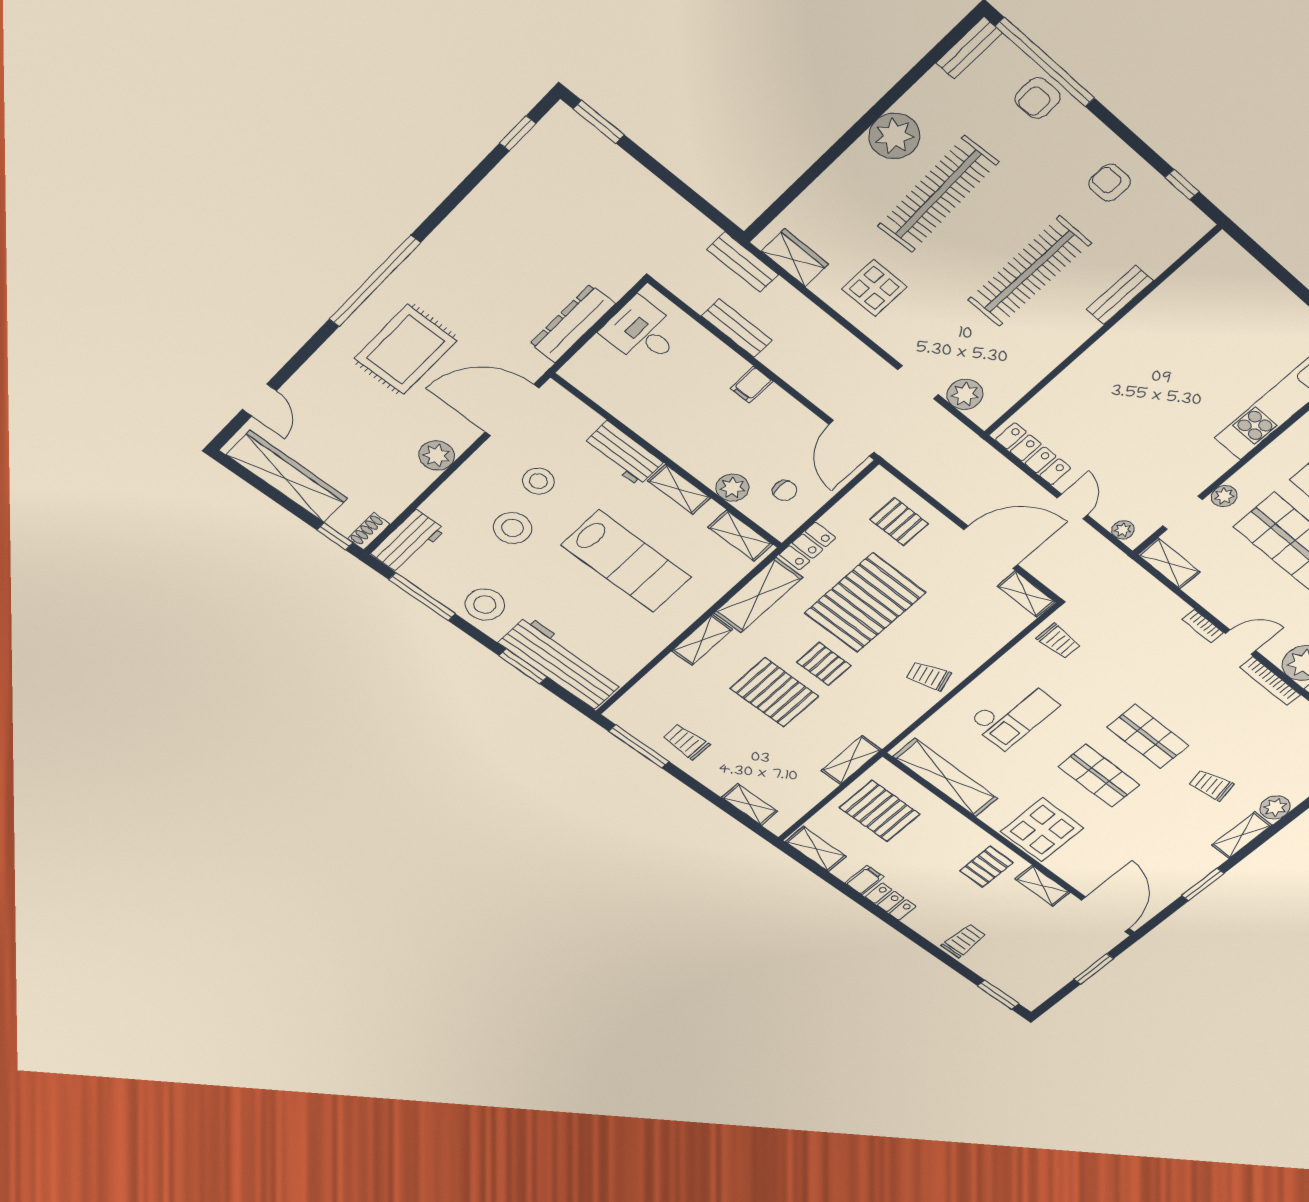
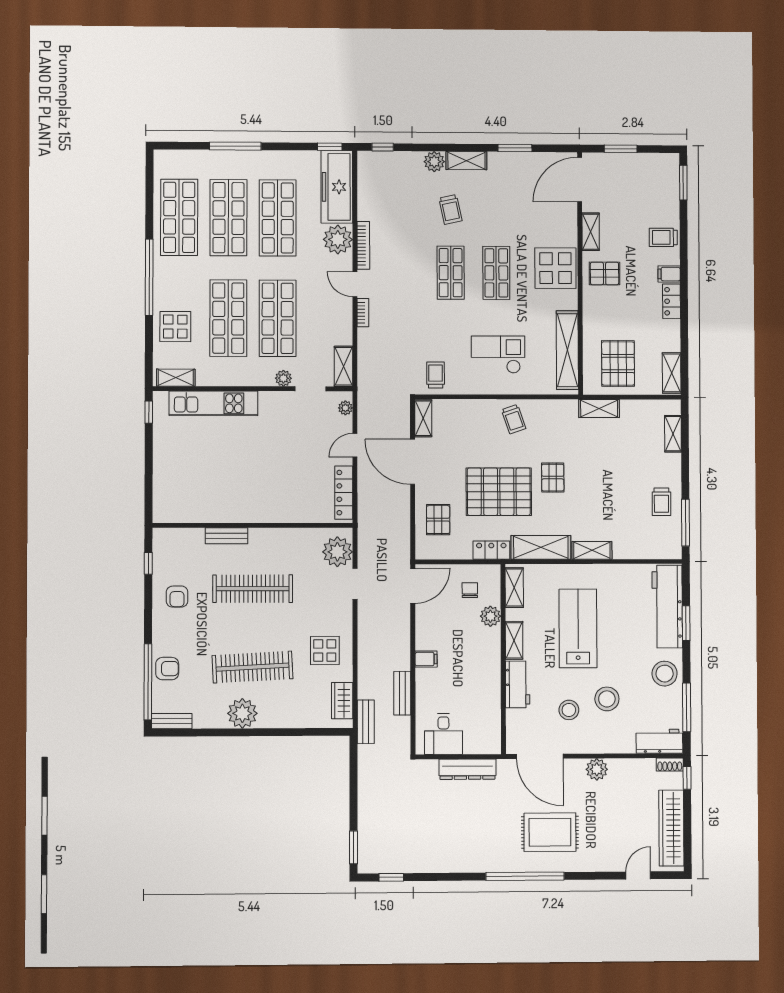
plant: (965, 394) -> (337, 552), width x1.36, depth x1.36
pallet: (774, 692) -> (592, 486), removed
filing cabinet: (865, 880) -> (669, 274), moved

